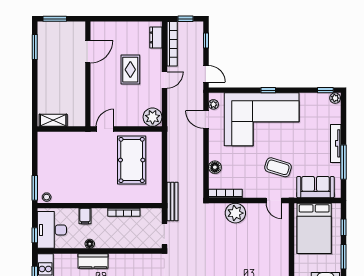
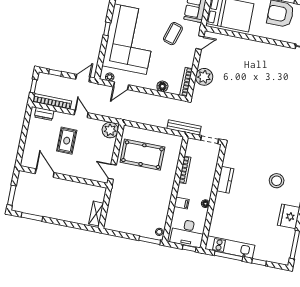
rug: (130, 70) -> (67, 141), turned 90
kitchen counter: (93, 261) -> (225, 180), moved

